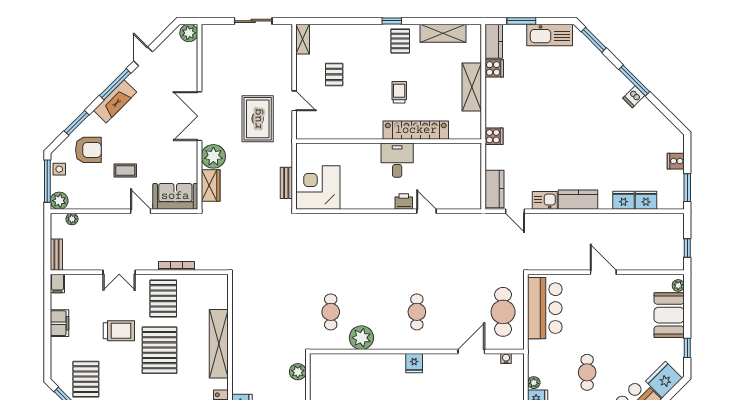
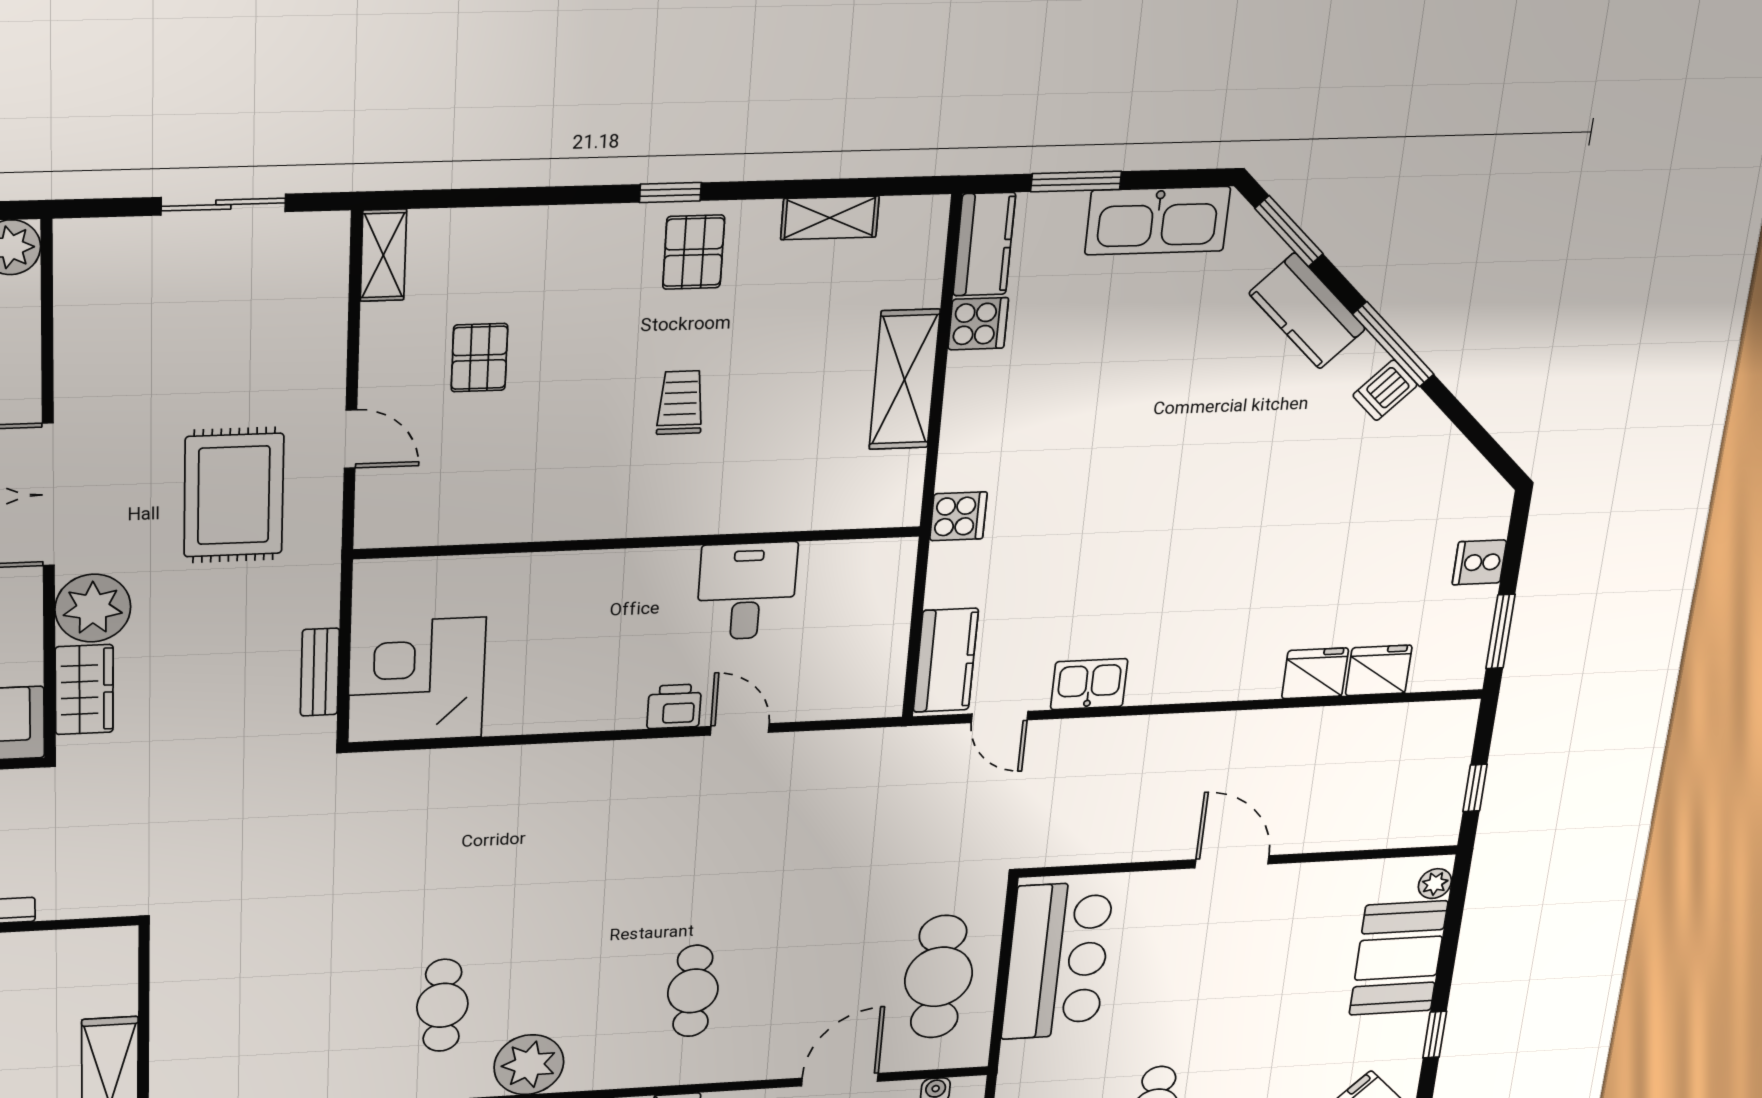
shelving: (443, 33) -> (830, 218), width x0.67, depth x0.75
locker: (416, 130) -> (724, 508), removed
desk: (397, 160) -> (747, 591), moved
kitchen counter: (578, 200) -> (1307, 311), moved, turned -135

